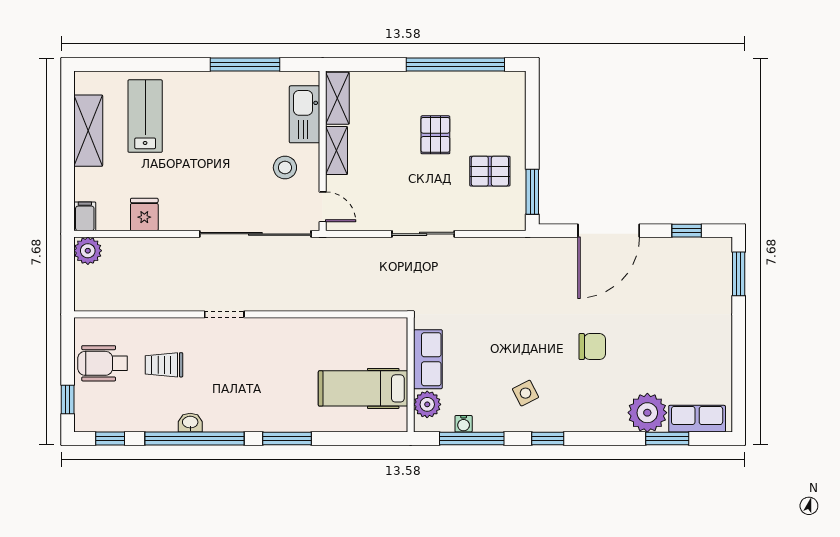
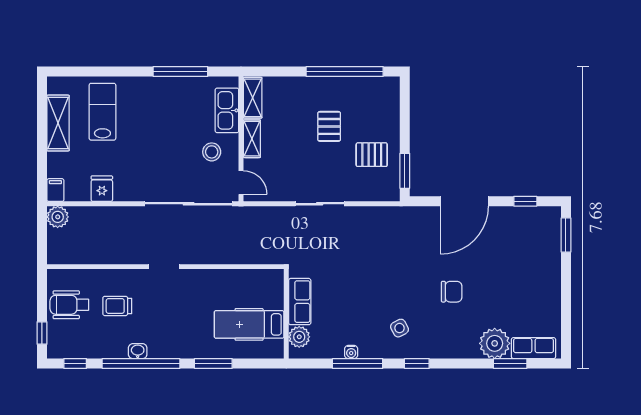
row of seats: (428, 359) -> (300, 302), moved
wall: (411, 375) -> (286, 314), moved
hospital bed: (363, 388) -> (249, 324), moved
plant: (427, 404) -> (299, 337), moved

